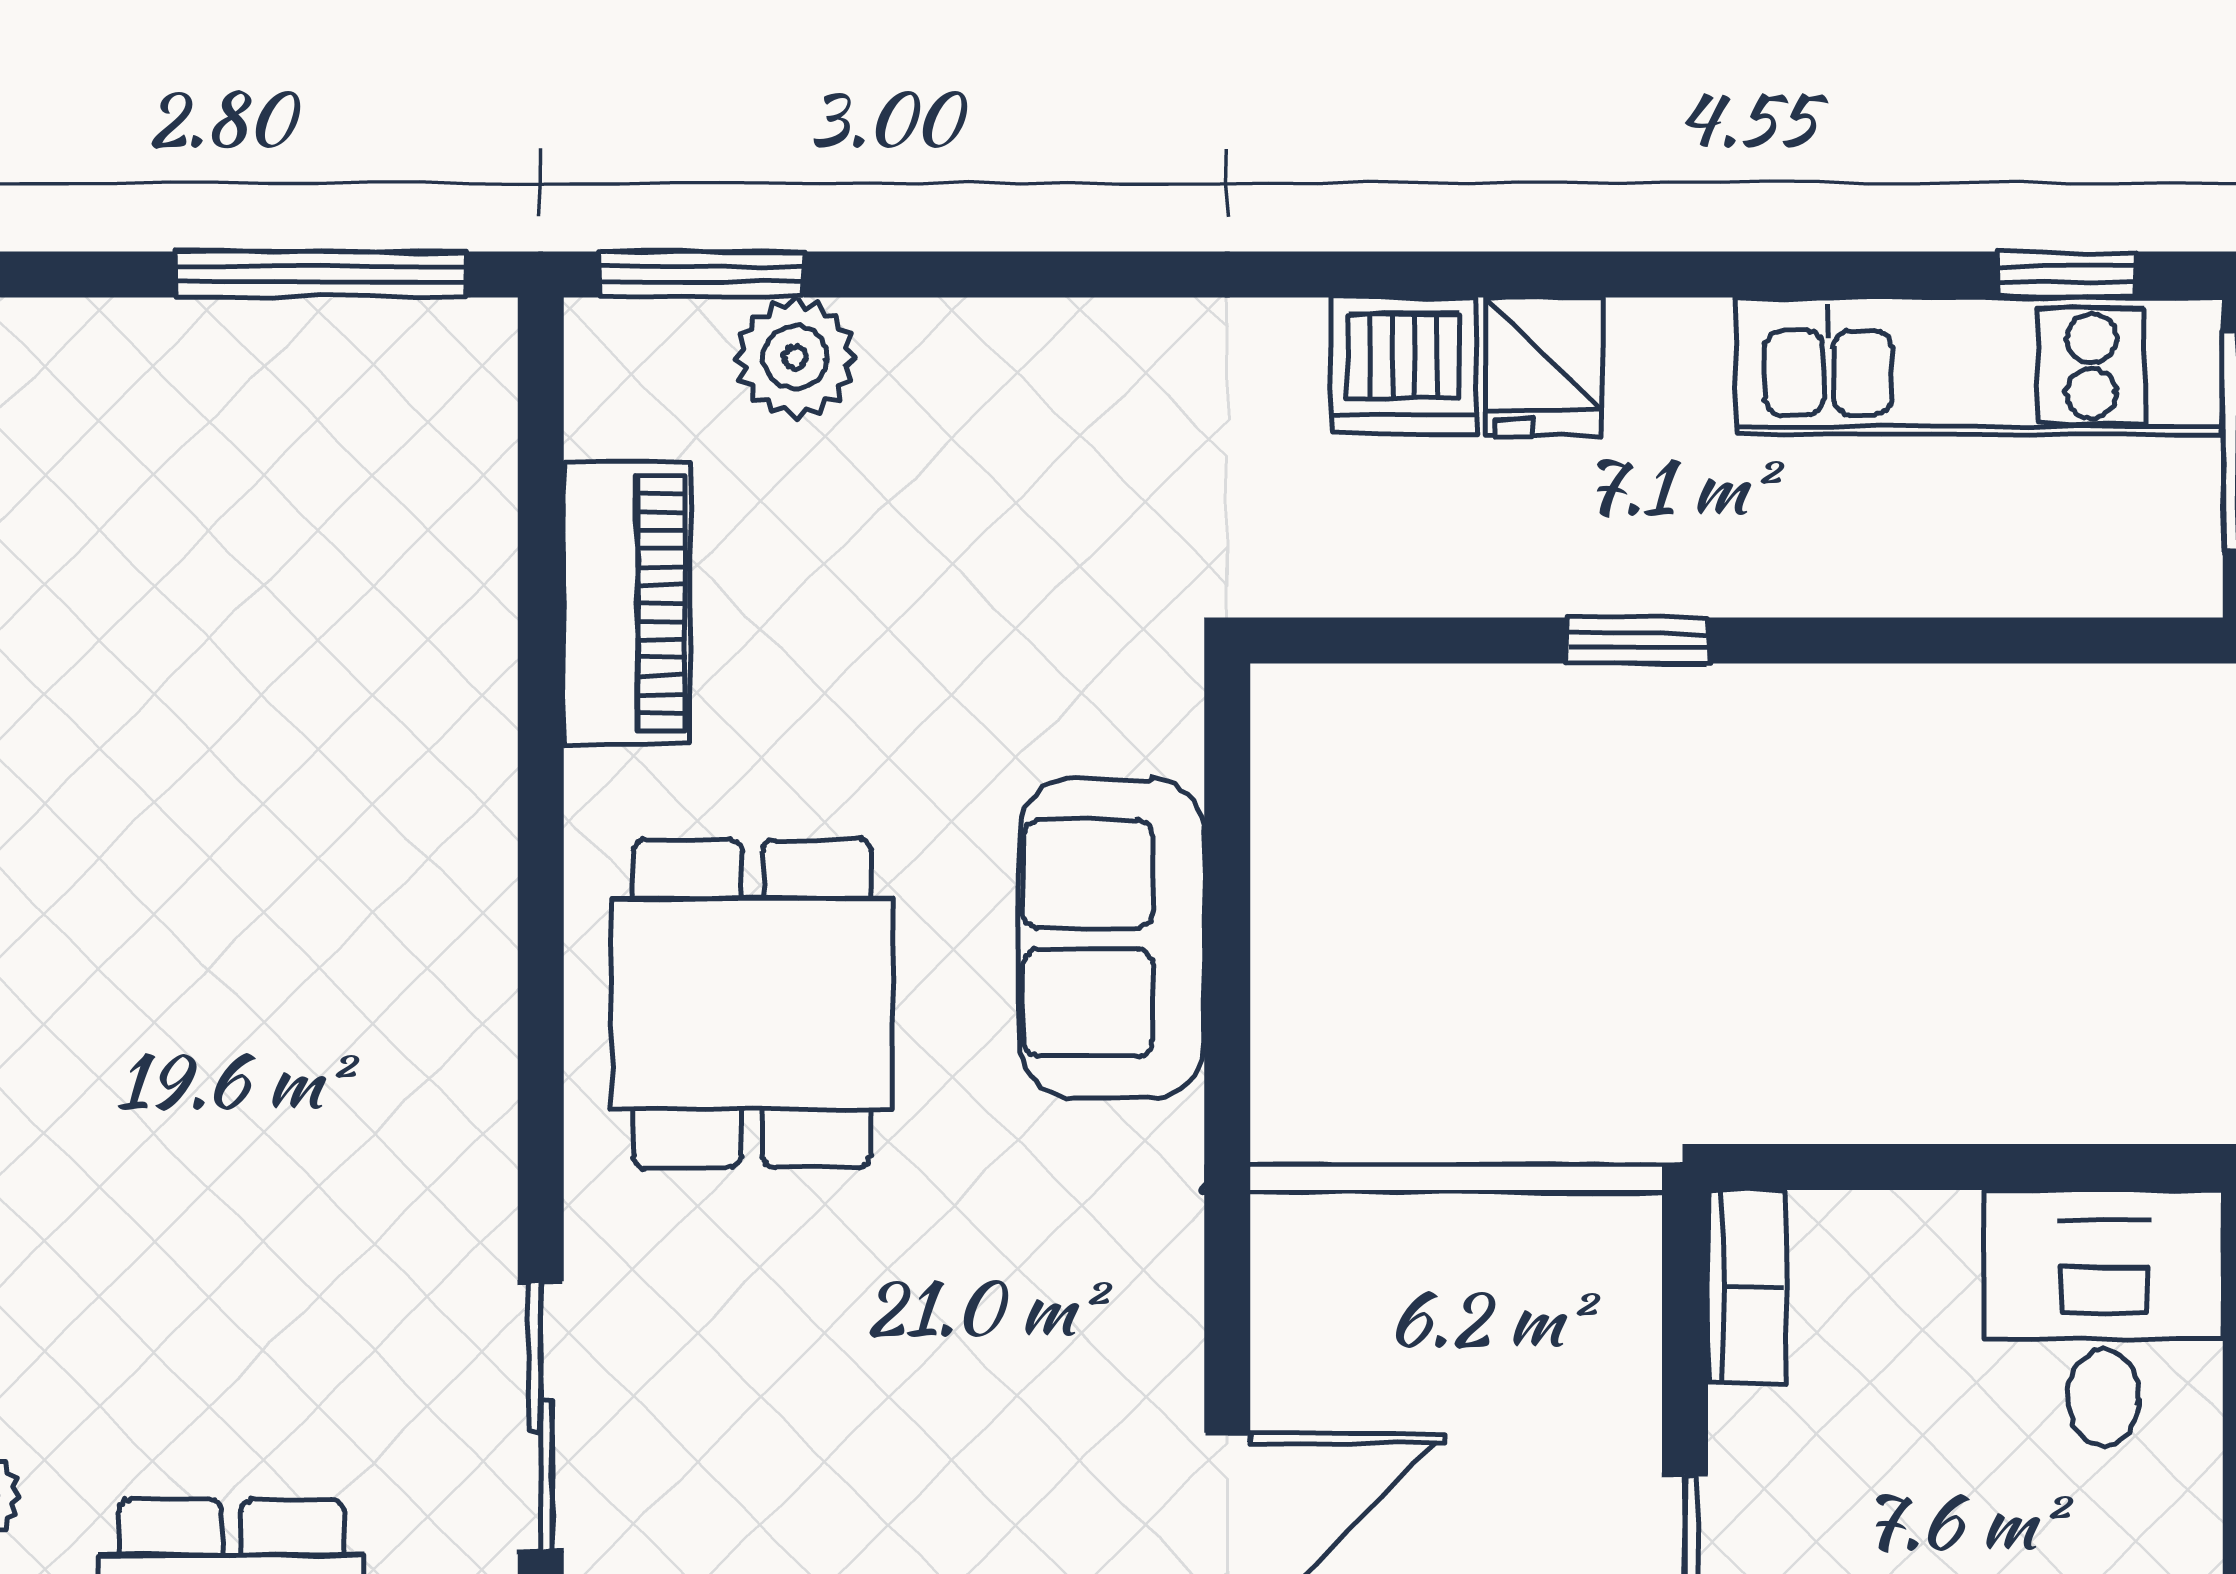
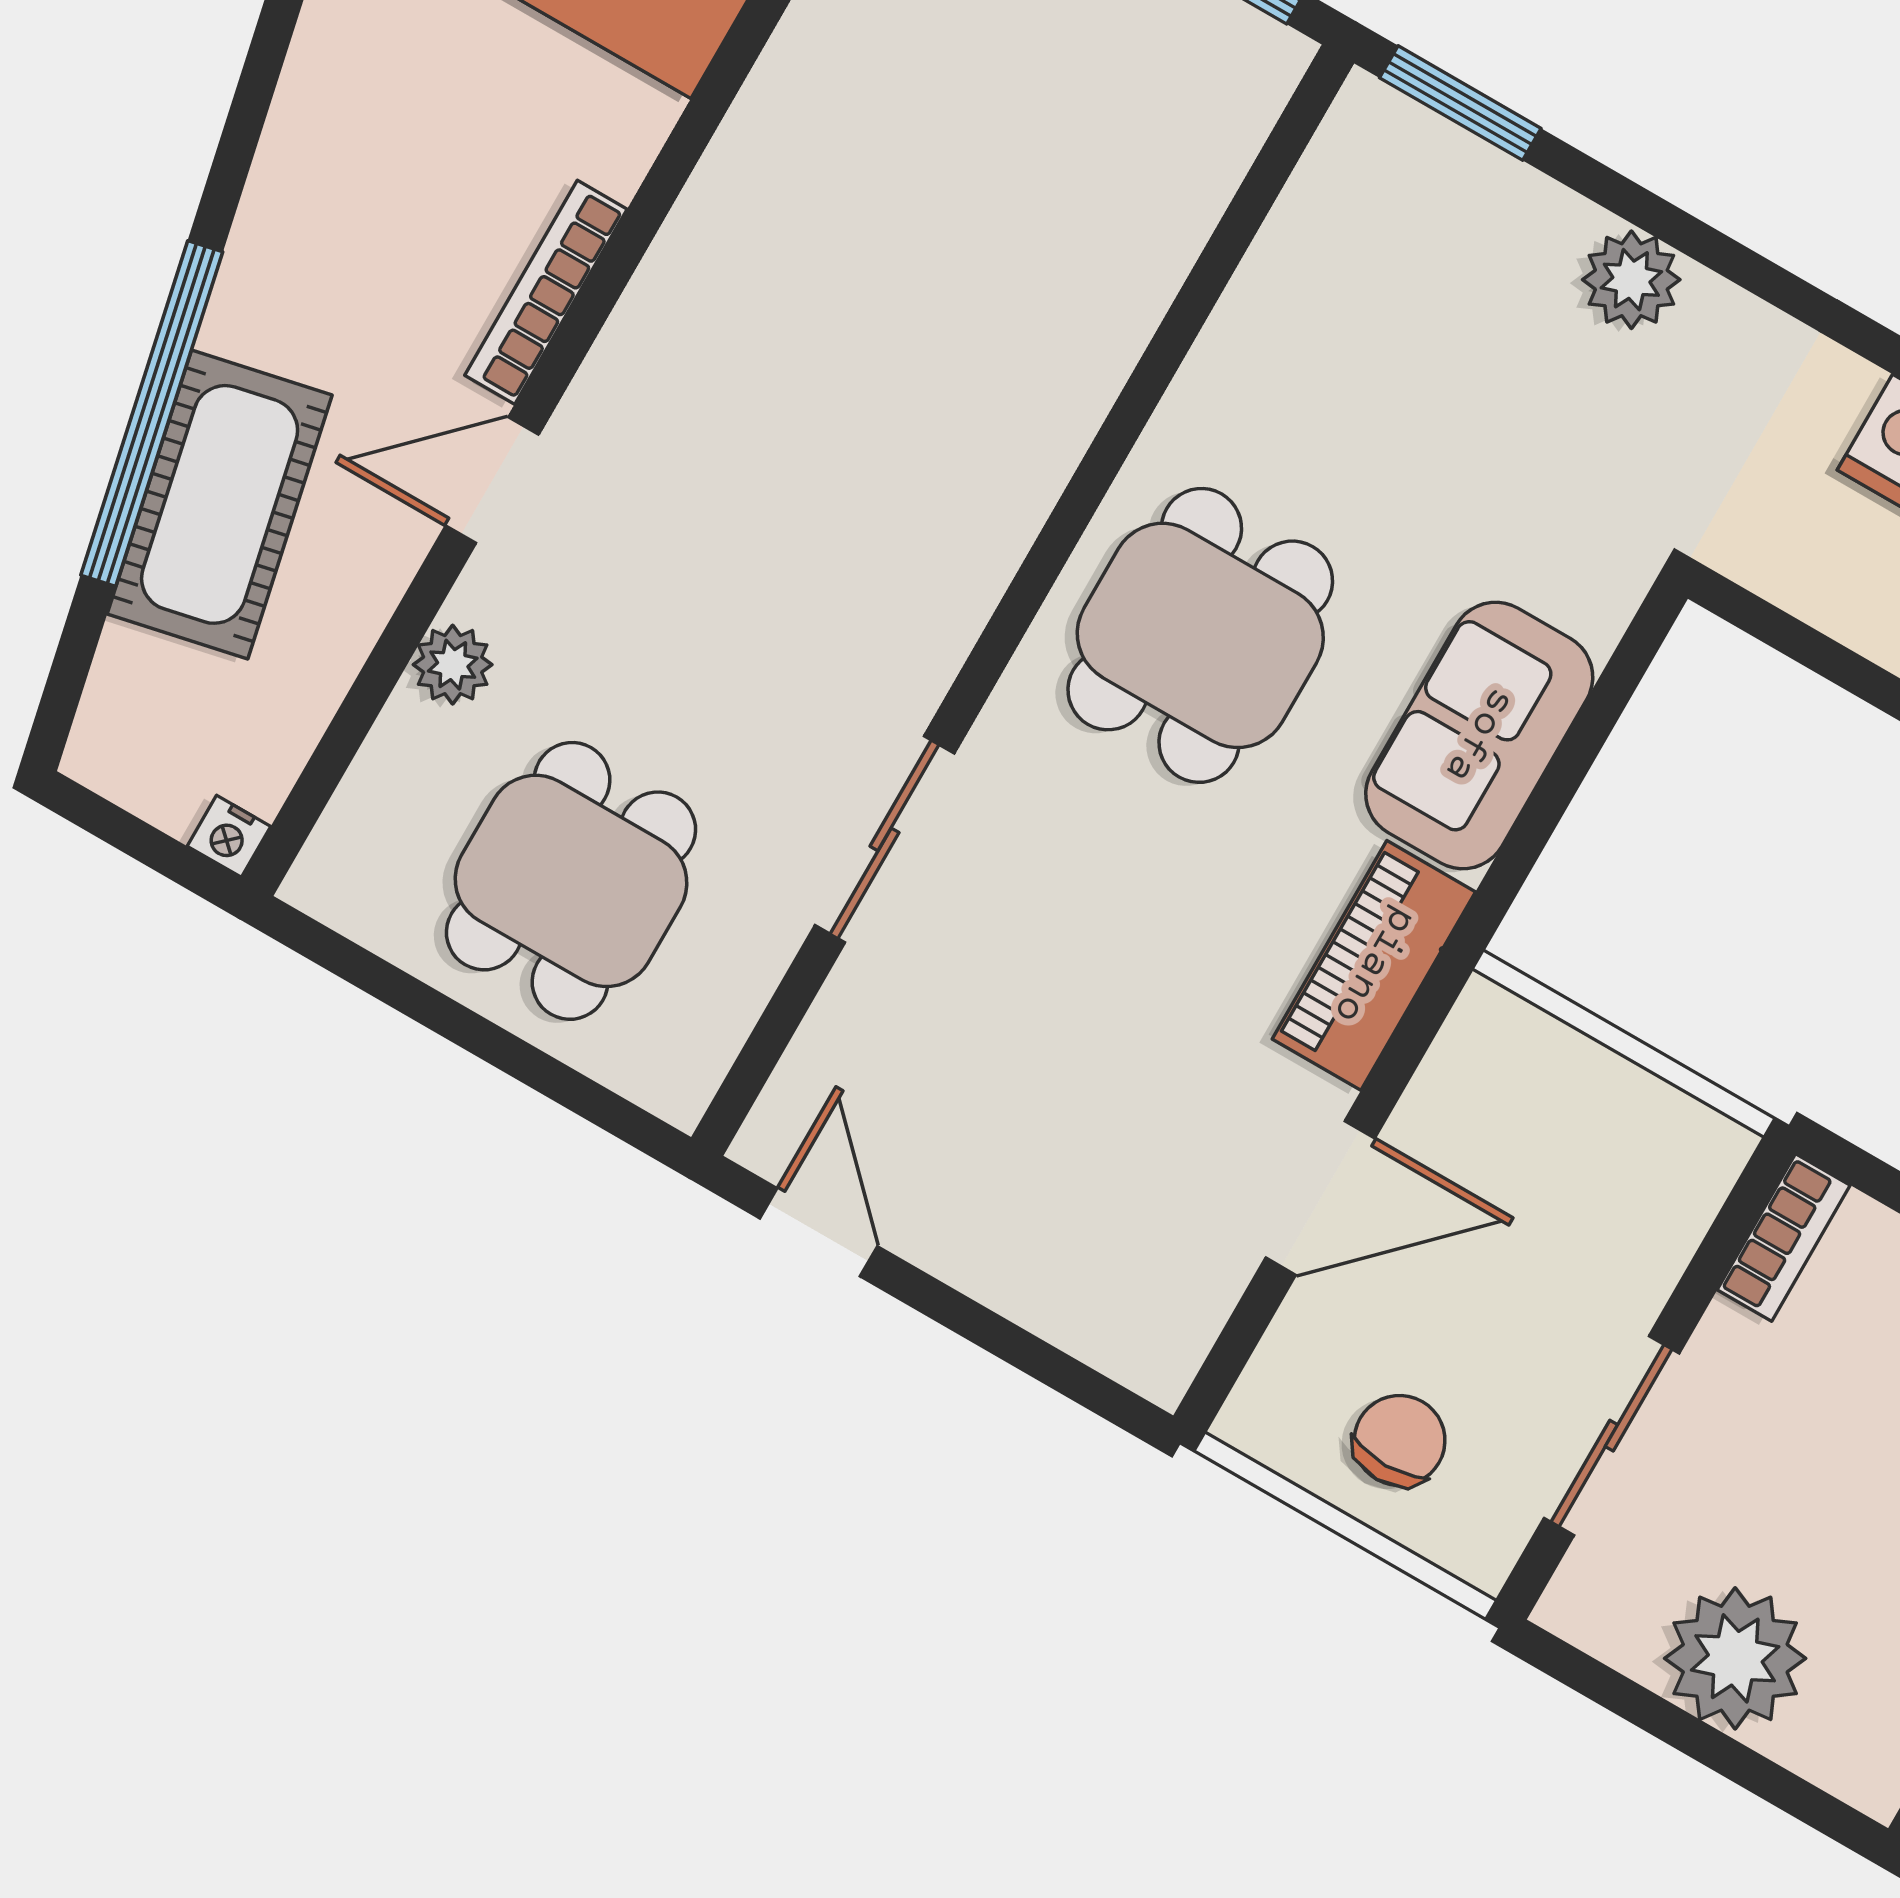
plant: (795, 358) -> (1631, 280), moved
piano: (627, 603) -> (1374, 965), moved, turned 180

